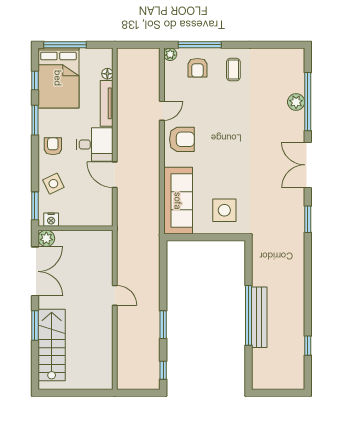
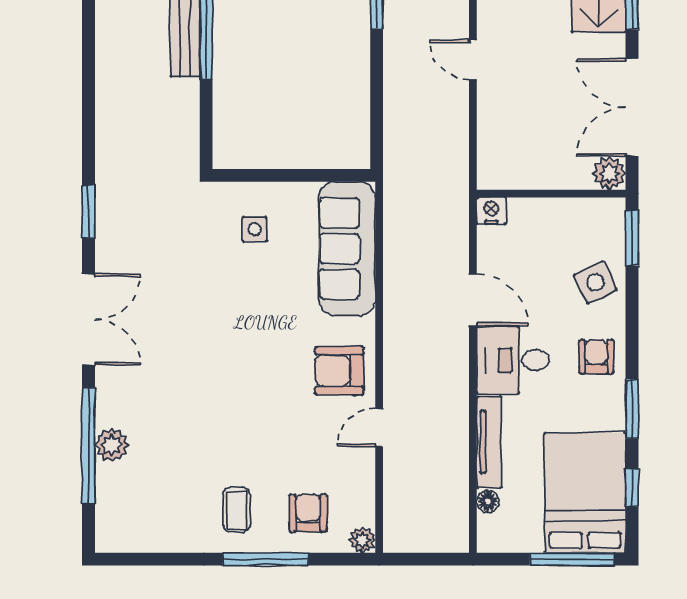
window: (200, 45) -> (265, 559), moved
armchair: (53, 146) -> (596, 357), turned 180
side table: (224, 210) -> (255, 229), width x0.54, depth x0.54
nightstand: (51, 220) -> (491, 211), moved

